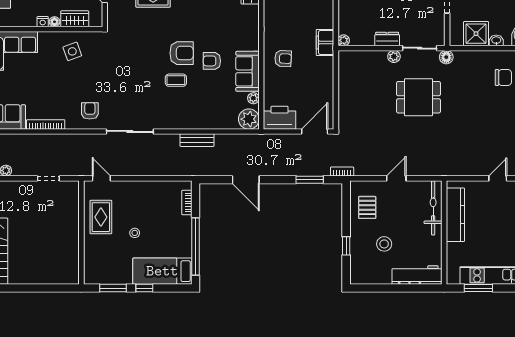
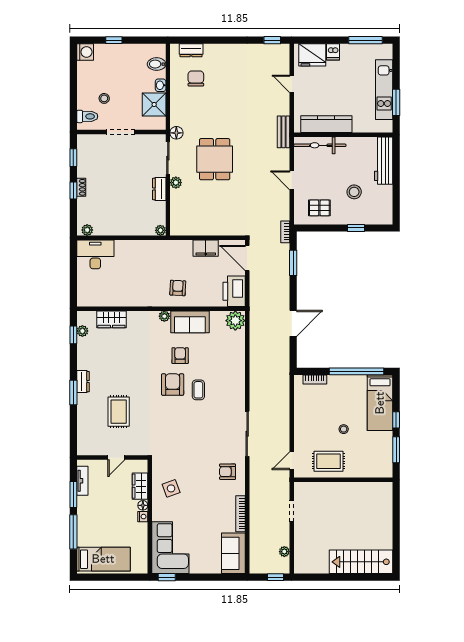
filing cabinet: (325, 42) -> (206, 248), moved
armchair: (212, 61) -> (180, 356), turned 180
plant: (253, 98) -> (164, 316), moved
bench: (197, 140) -> (284, 132), moved

